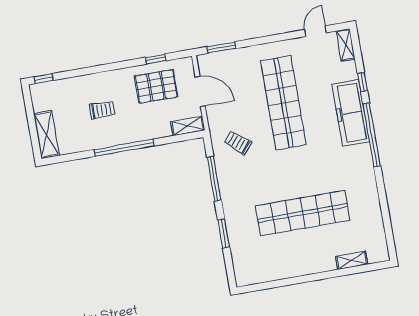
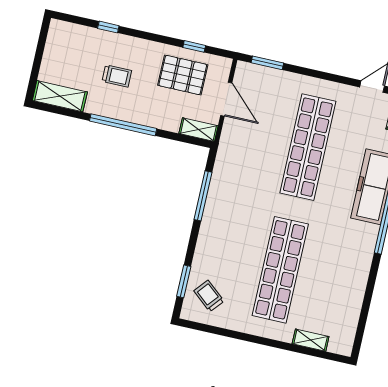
window: (44, 79) -> (108, 27), moved
shelving: (47, 135) -> (60, 96), moved, turned 90
trolley: (238, 143) -> (209, 296), moved
shop shelf: (303, 213) -> (280, 270), turned 90
window: (224, 233) -> (184, 281), moved

